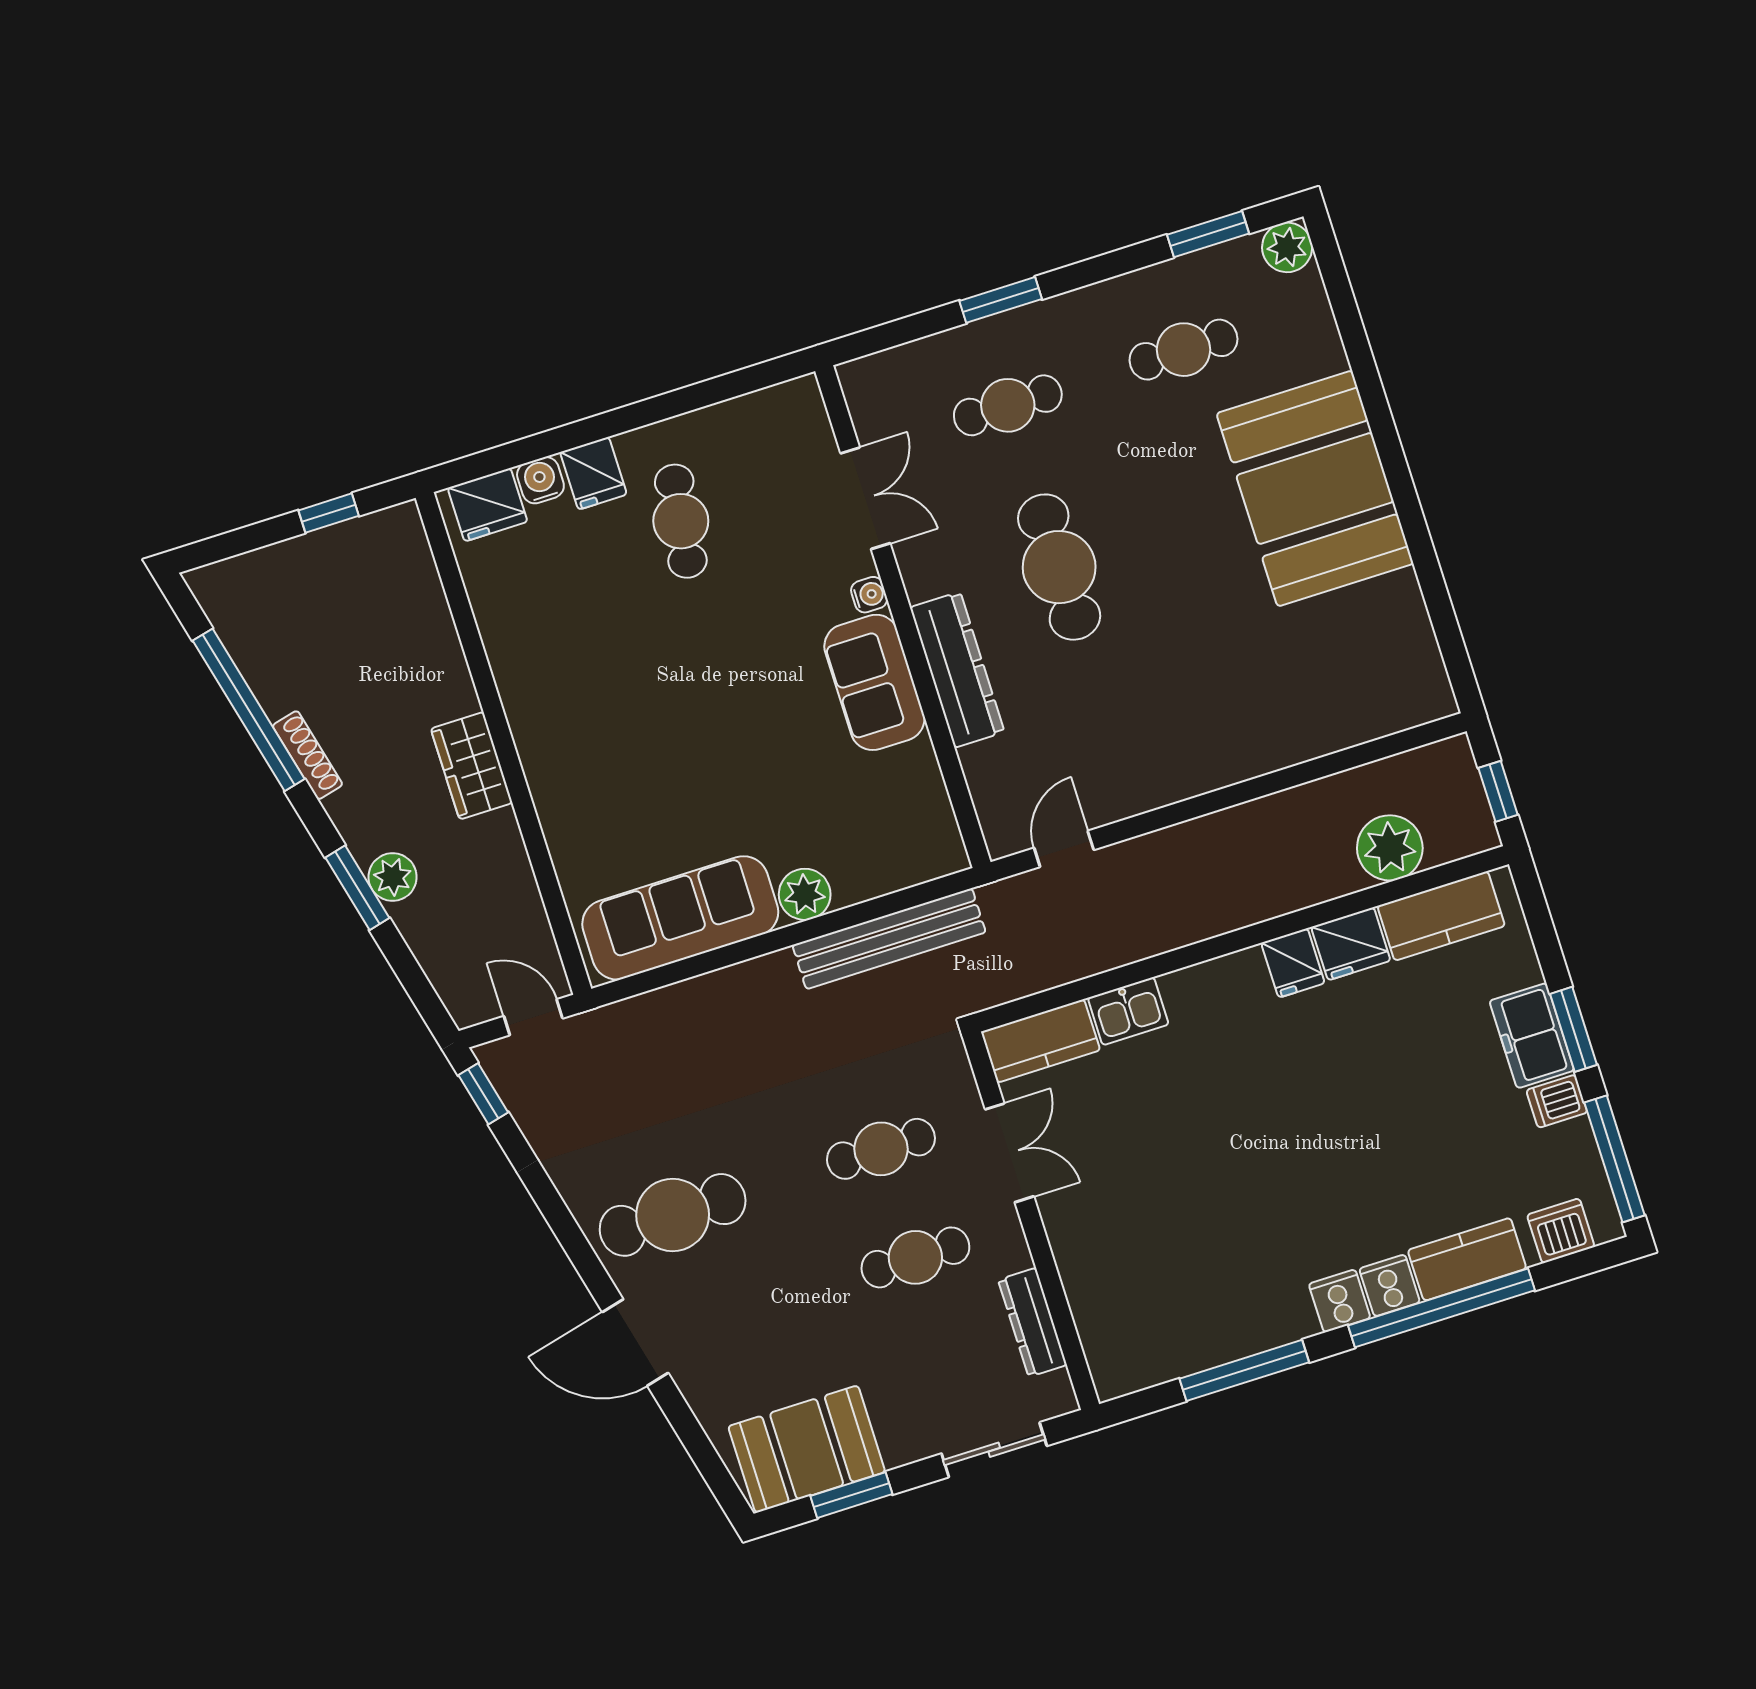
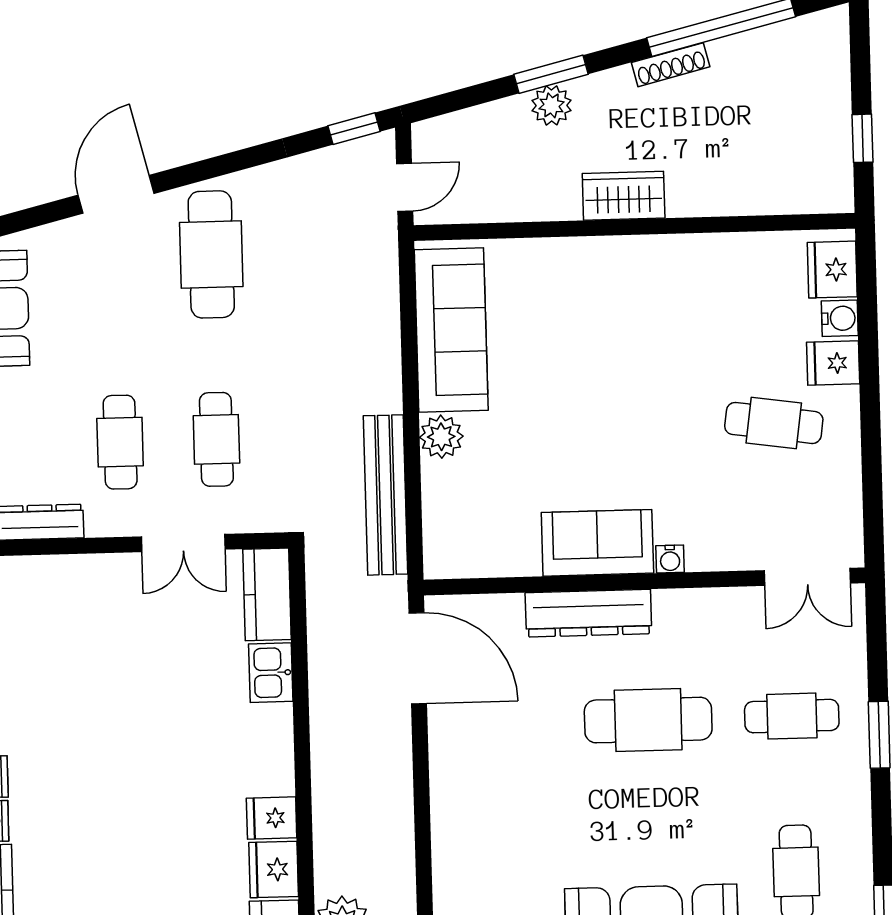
cafe table: (1008, 405) -> (792, 716), turned 90
double door: (865, 498) -> (807, 577), moved
door: (1064, 849) -> (418, 658), width x1.88

